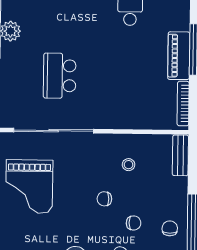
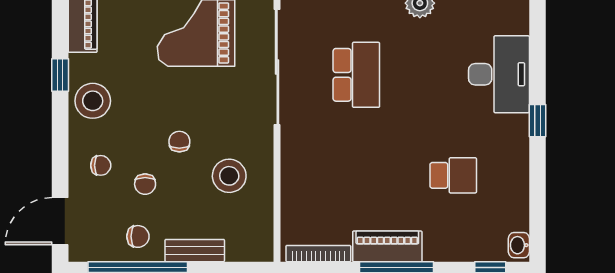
school desk: (60, 76) -> (356, 75), turned 90
bench: (180, 155) -> (195, 251), moved
stool: (129, 165) -> (229, 176), width x1.89, depth x1.89

